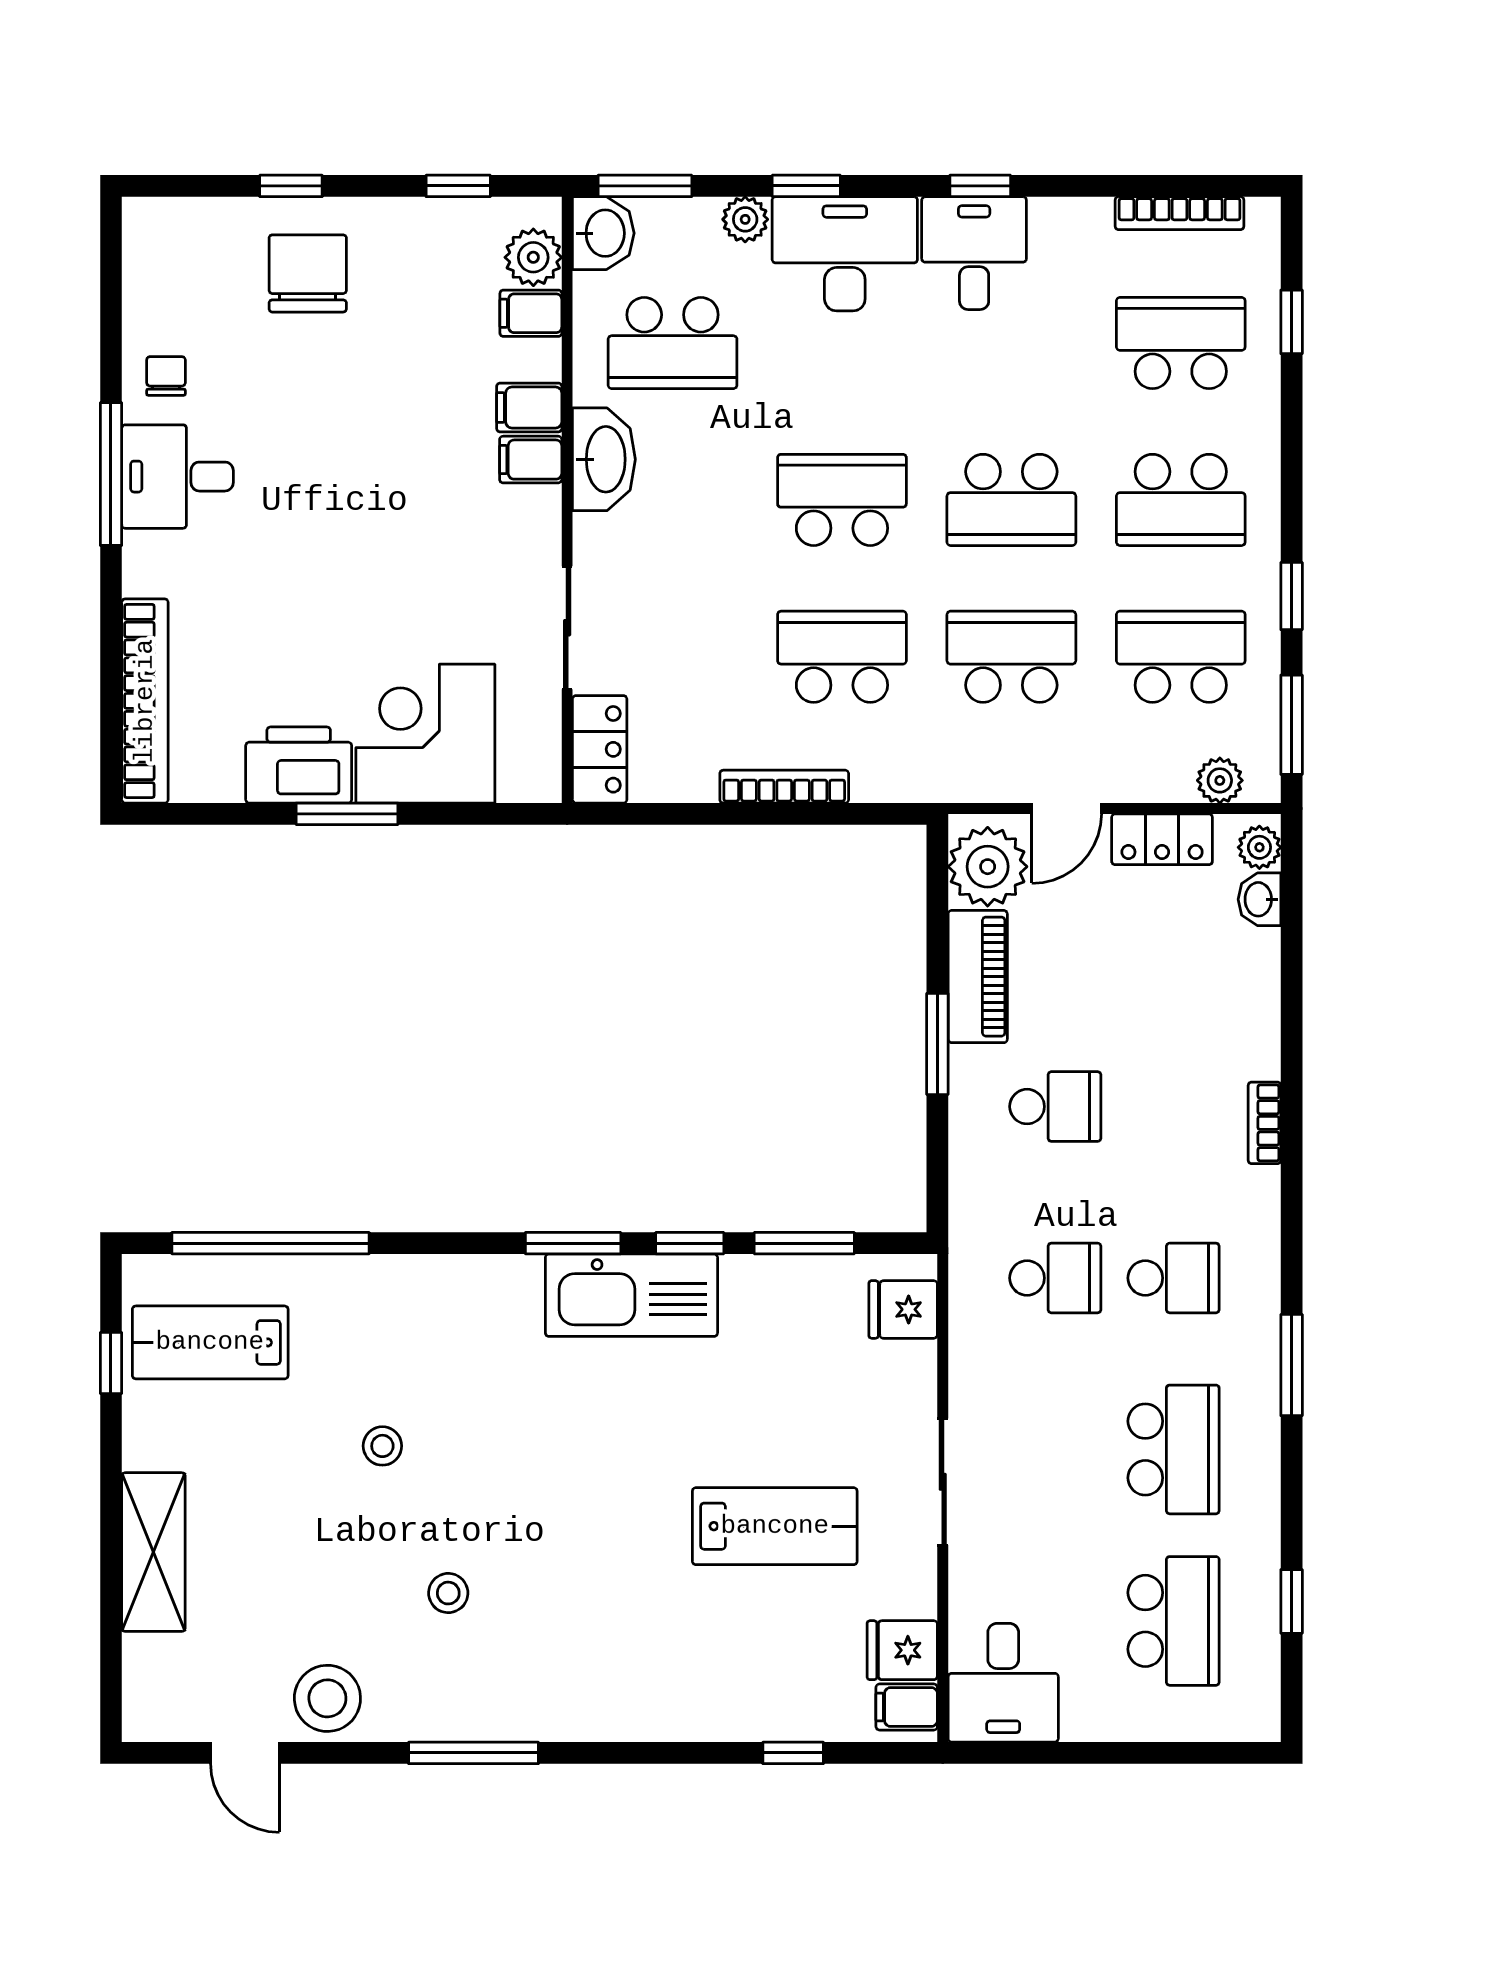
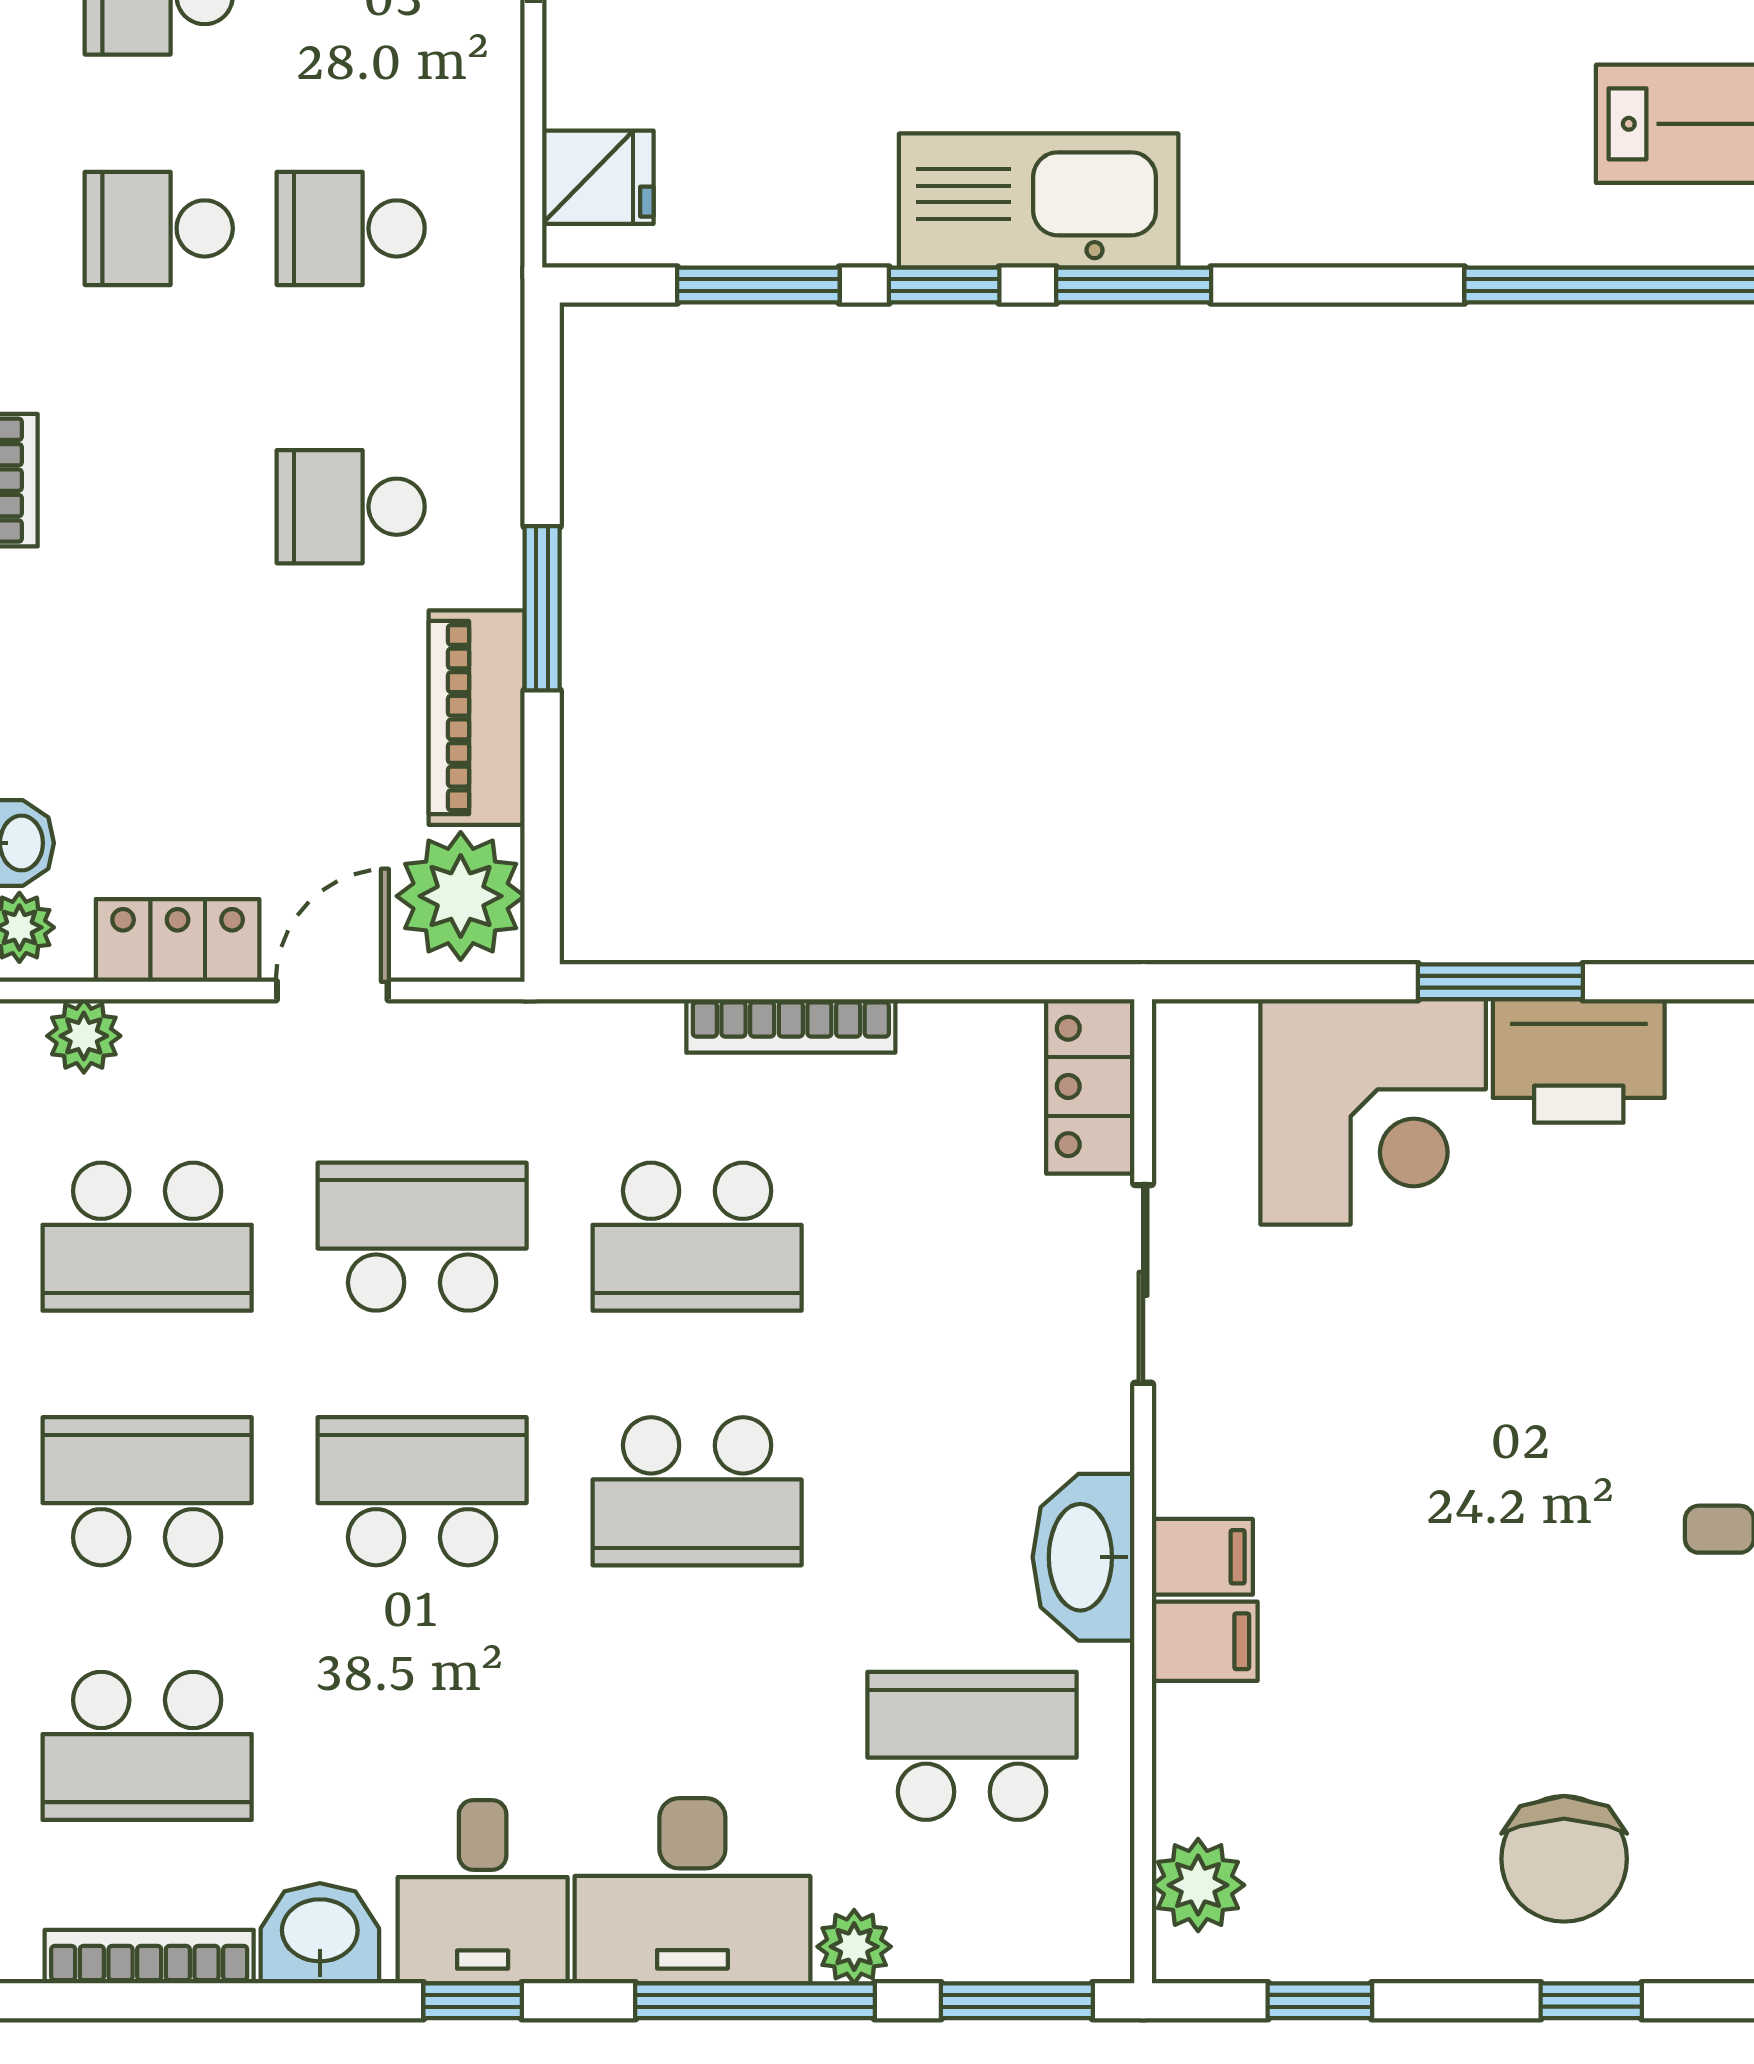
window: (806, 186) -> (755, 2001), width x2.17
washbasin: (603, 233) -> (320, 1933), moved, turned 90
filing cabinet: (531, 313) -> (1202, 1794), removed
school desk: (1011, 657) -> (422, 1237), turned 180

